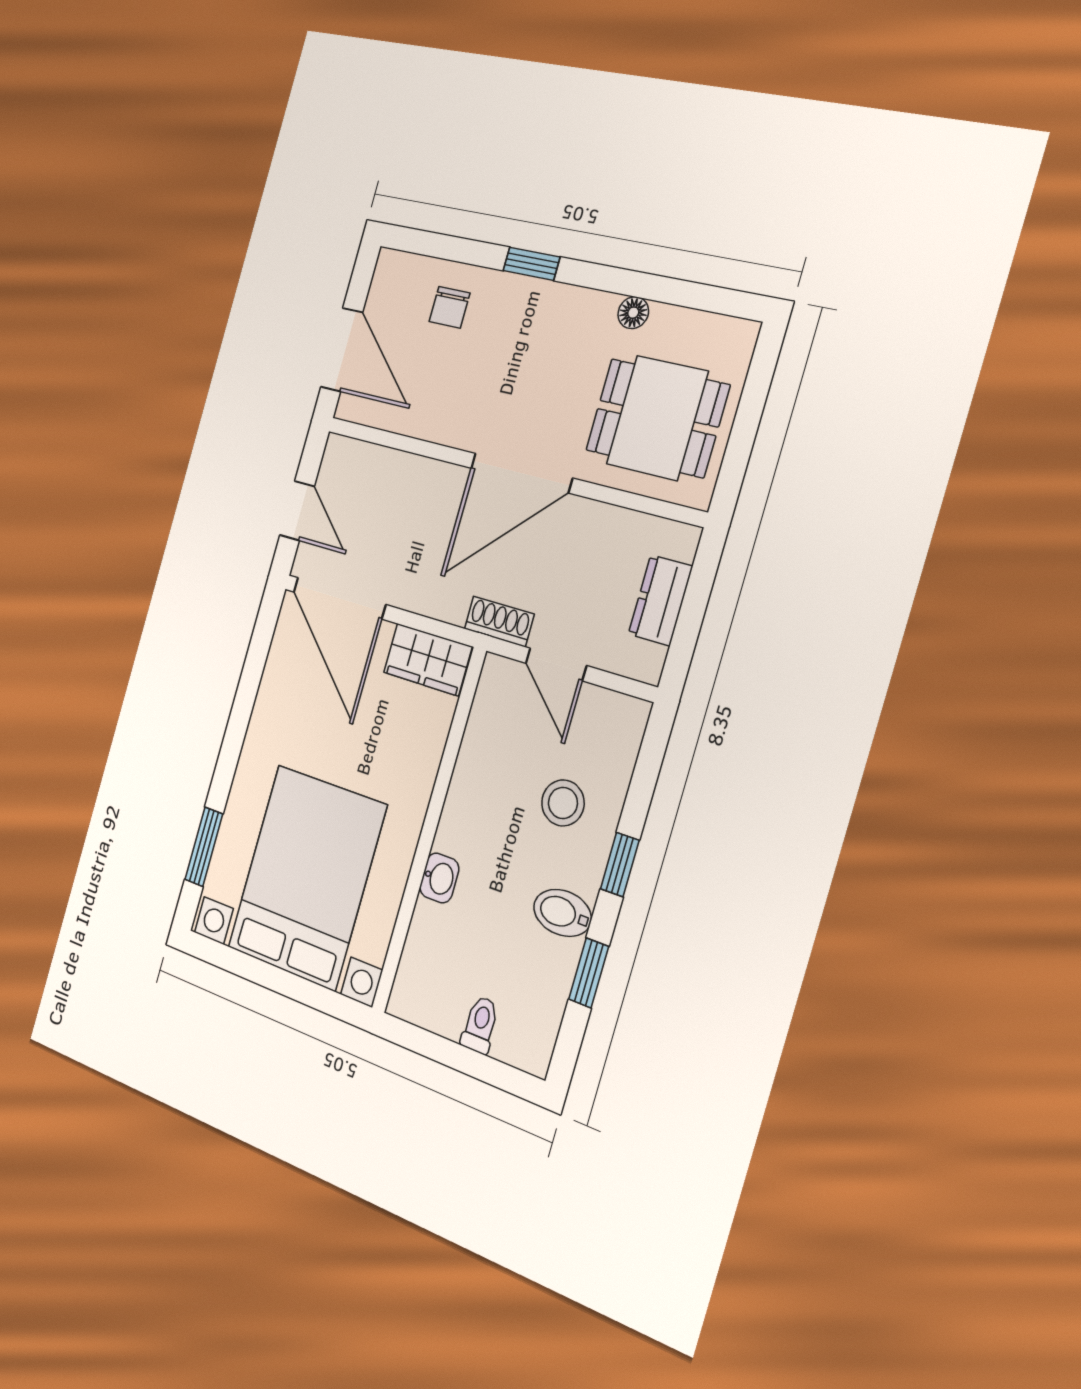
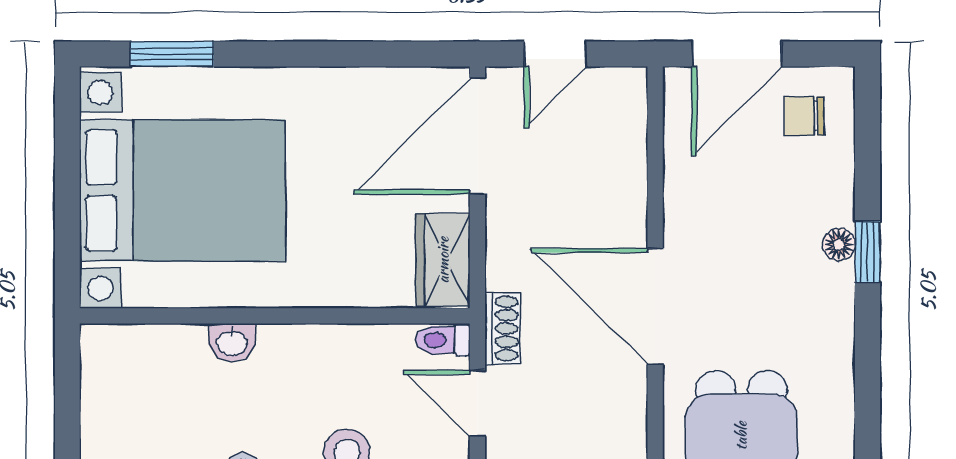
chair: (450, 307) -> (804, 116), moved
floor lamp: (633, 313) -> (839, 245), moved
door: (556, 664) -> (477, 403), hinge flipped
toilet: (480, 1025) -> (443, 340), moved, turned 180

